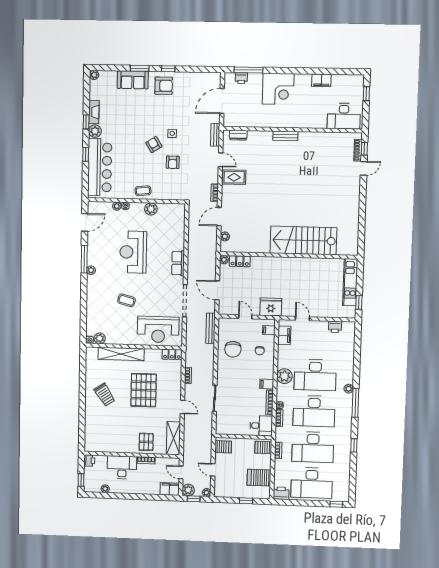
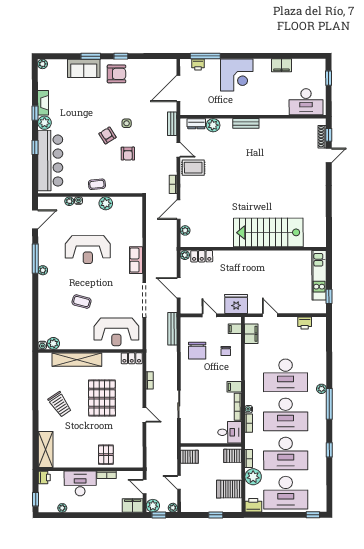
plant: (254, 137) -> (213, 125), added
reception desk: (133, 252) -> (88, 250), turned -90
plant: (284, 376) -> (253, 477), moved
shelving: (173, 438) -> (46, 449), moved

